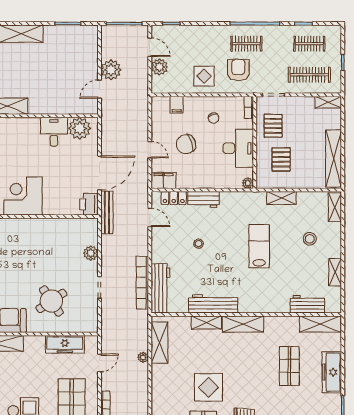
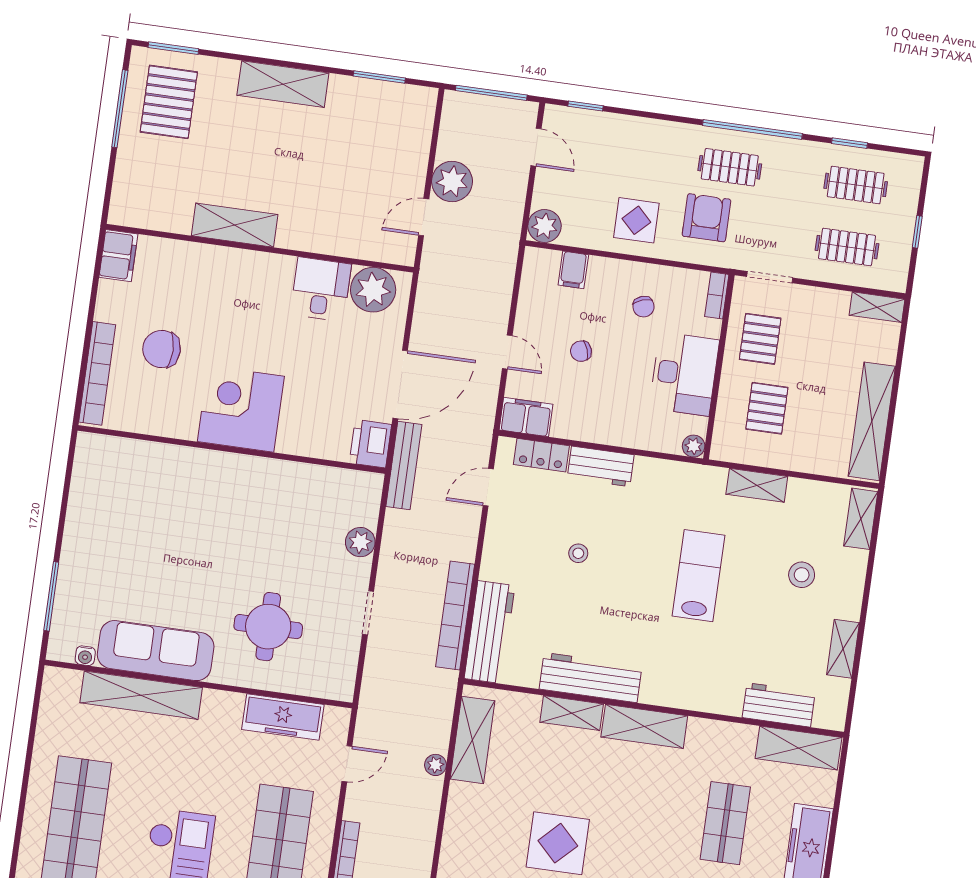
plant: (159, 67) -> (545, 226), moved
clothes rail: (309, 75) -> (847, 247), width x0.73
chair: (186, 144) -> (581, 351), width x0.54, depth x0.54
door: (150, 217) -> (488, 487), swing flipped
round table: (51, 301) -> (268, 627), turned 34

